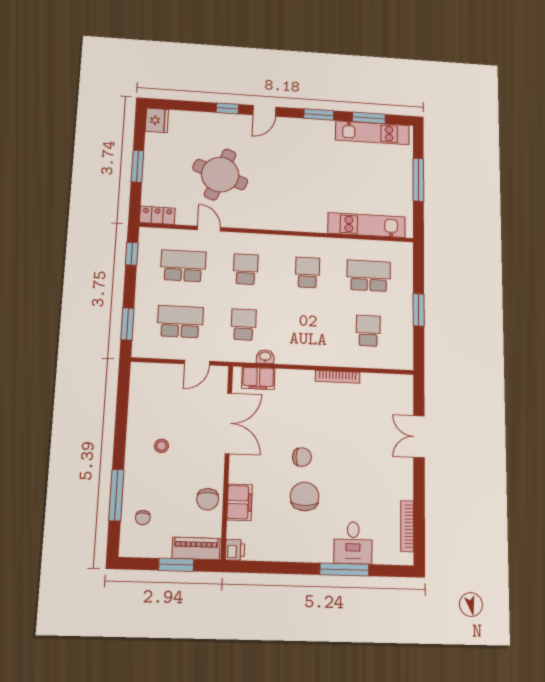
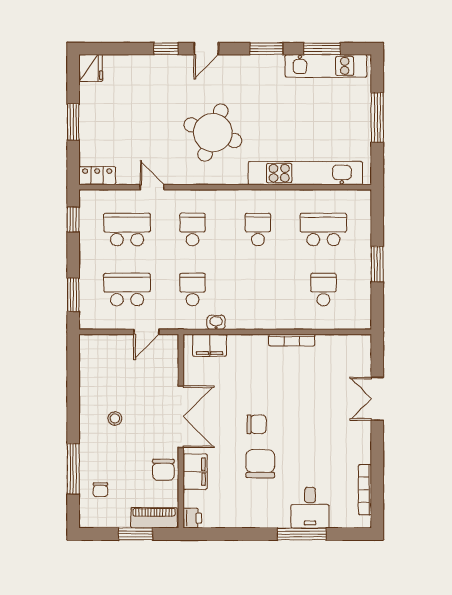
round table: (220, 175) -> (213, 133), moved
kitchen unit: (367, 225) -> (305, 173), width x1.36
double door: (228, 423) -> (181, 417), moved

